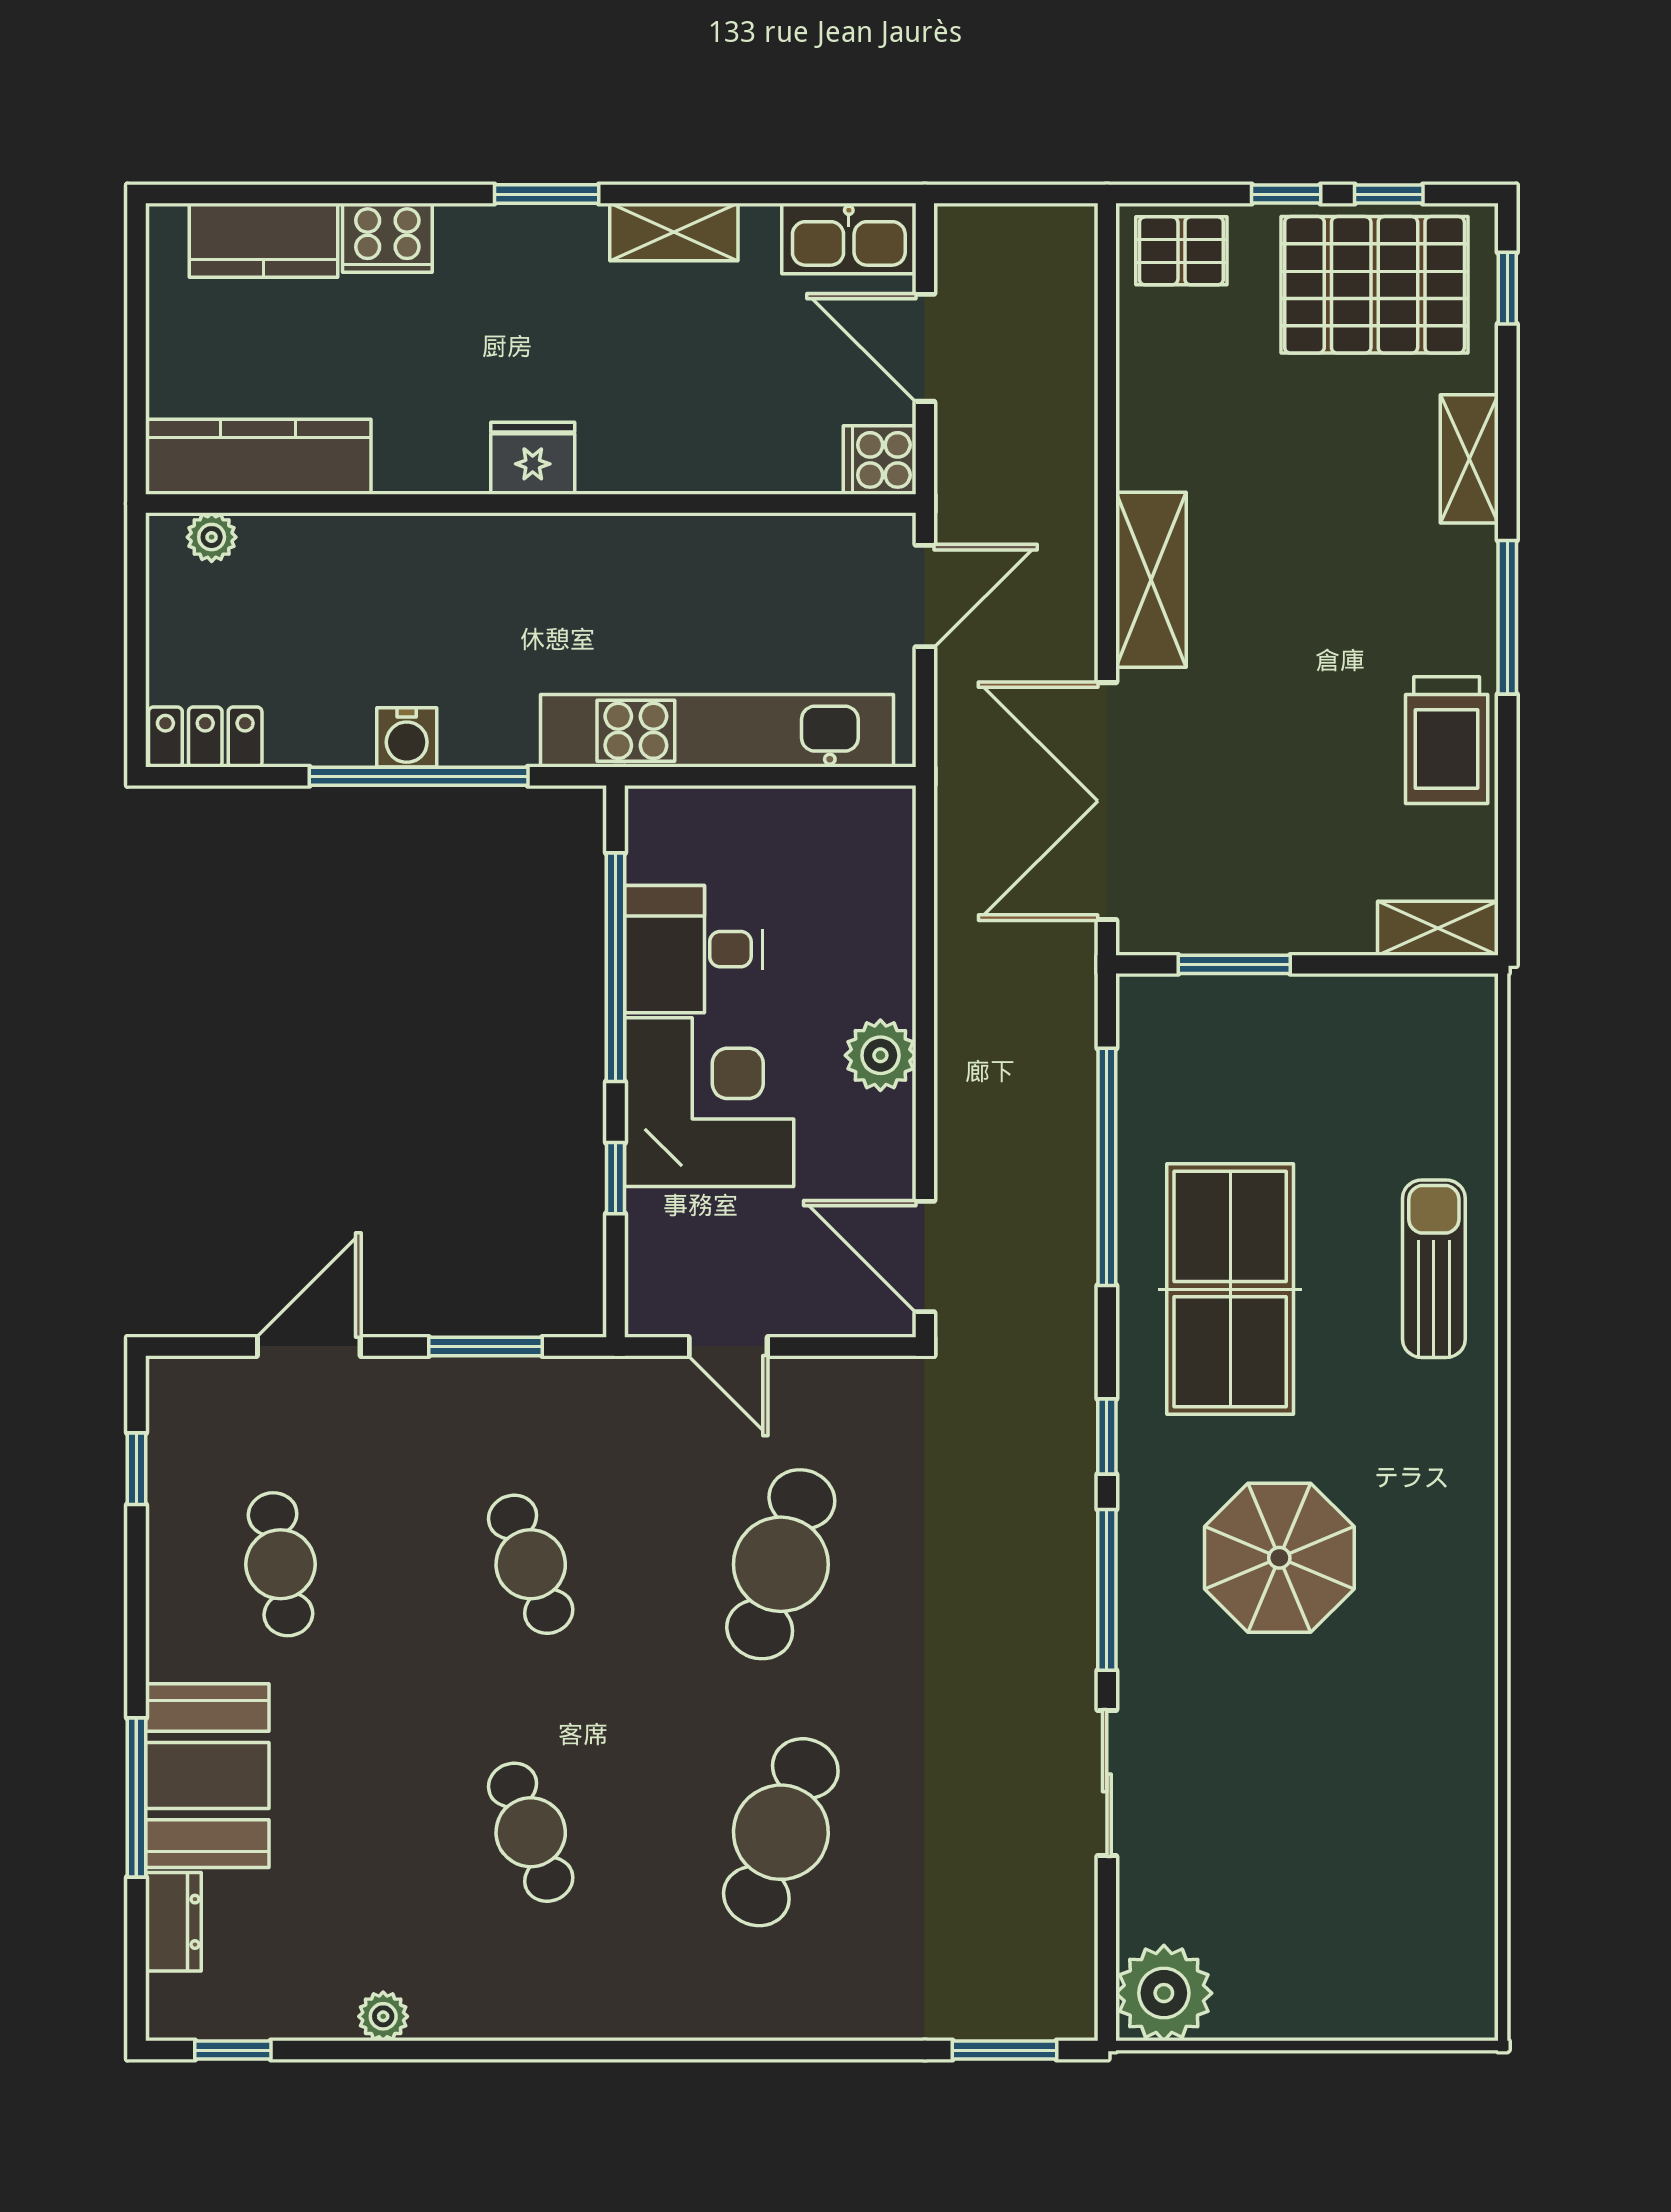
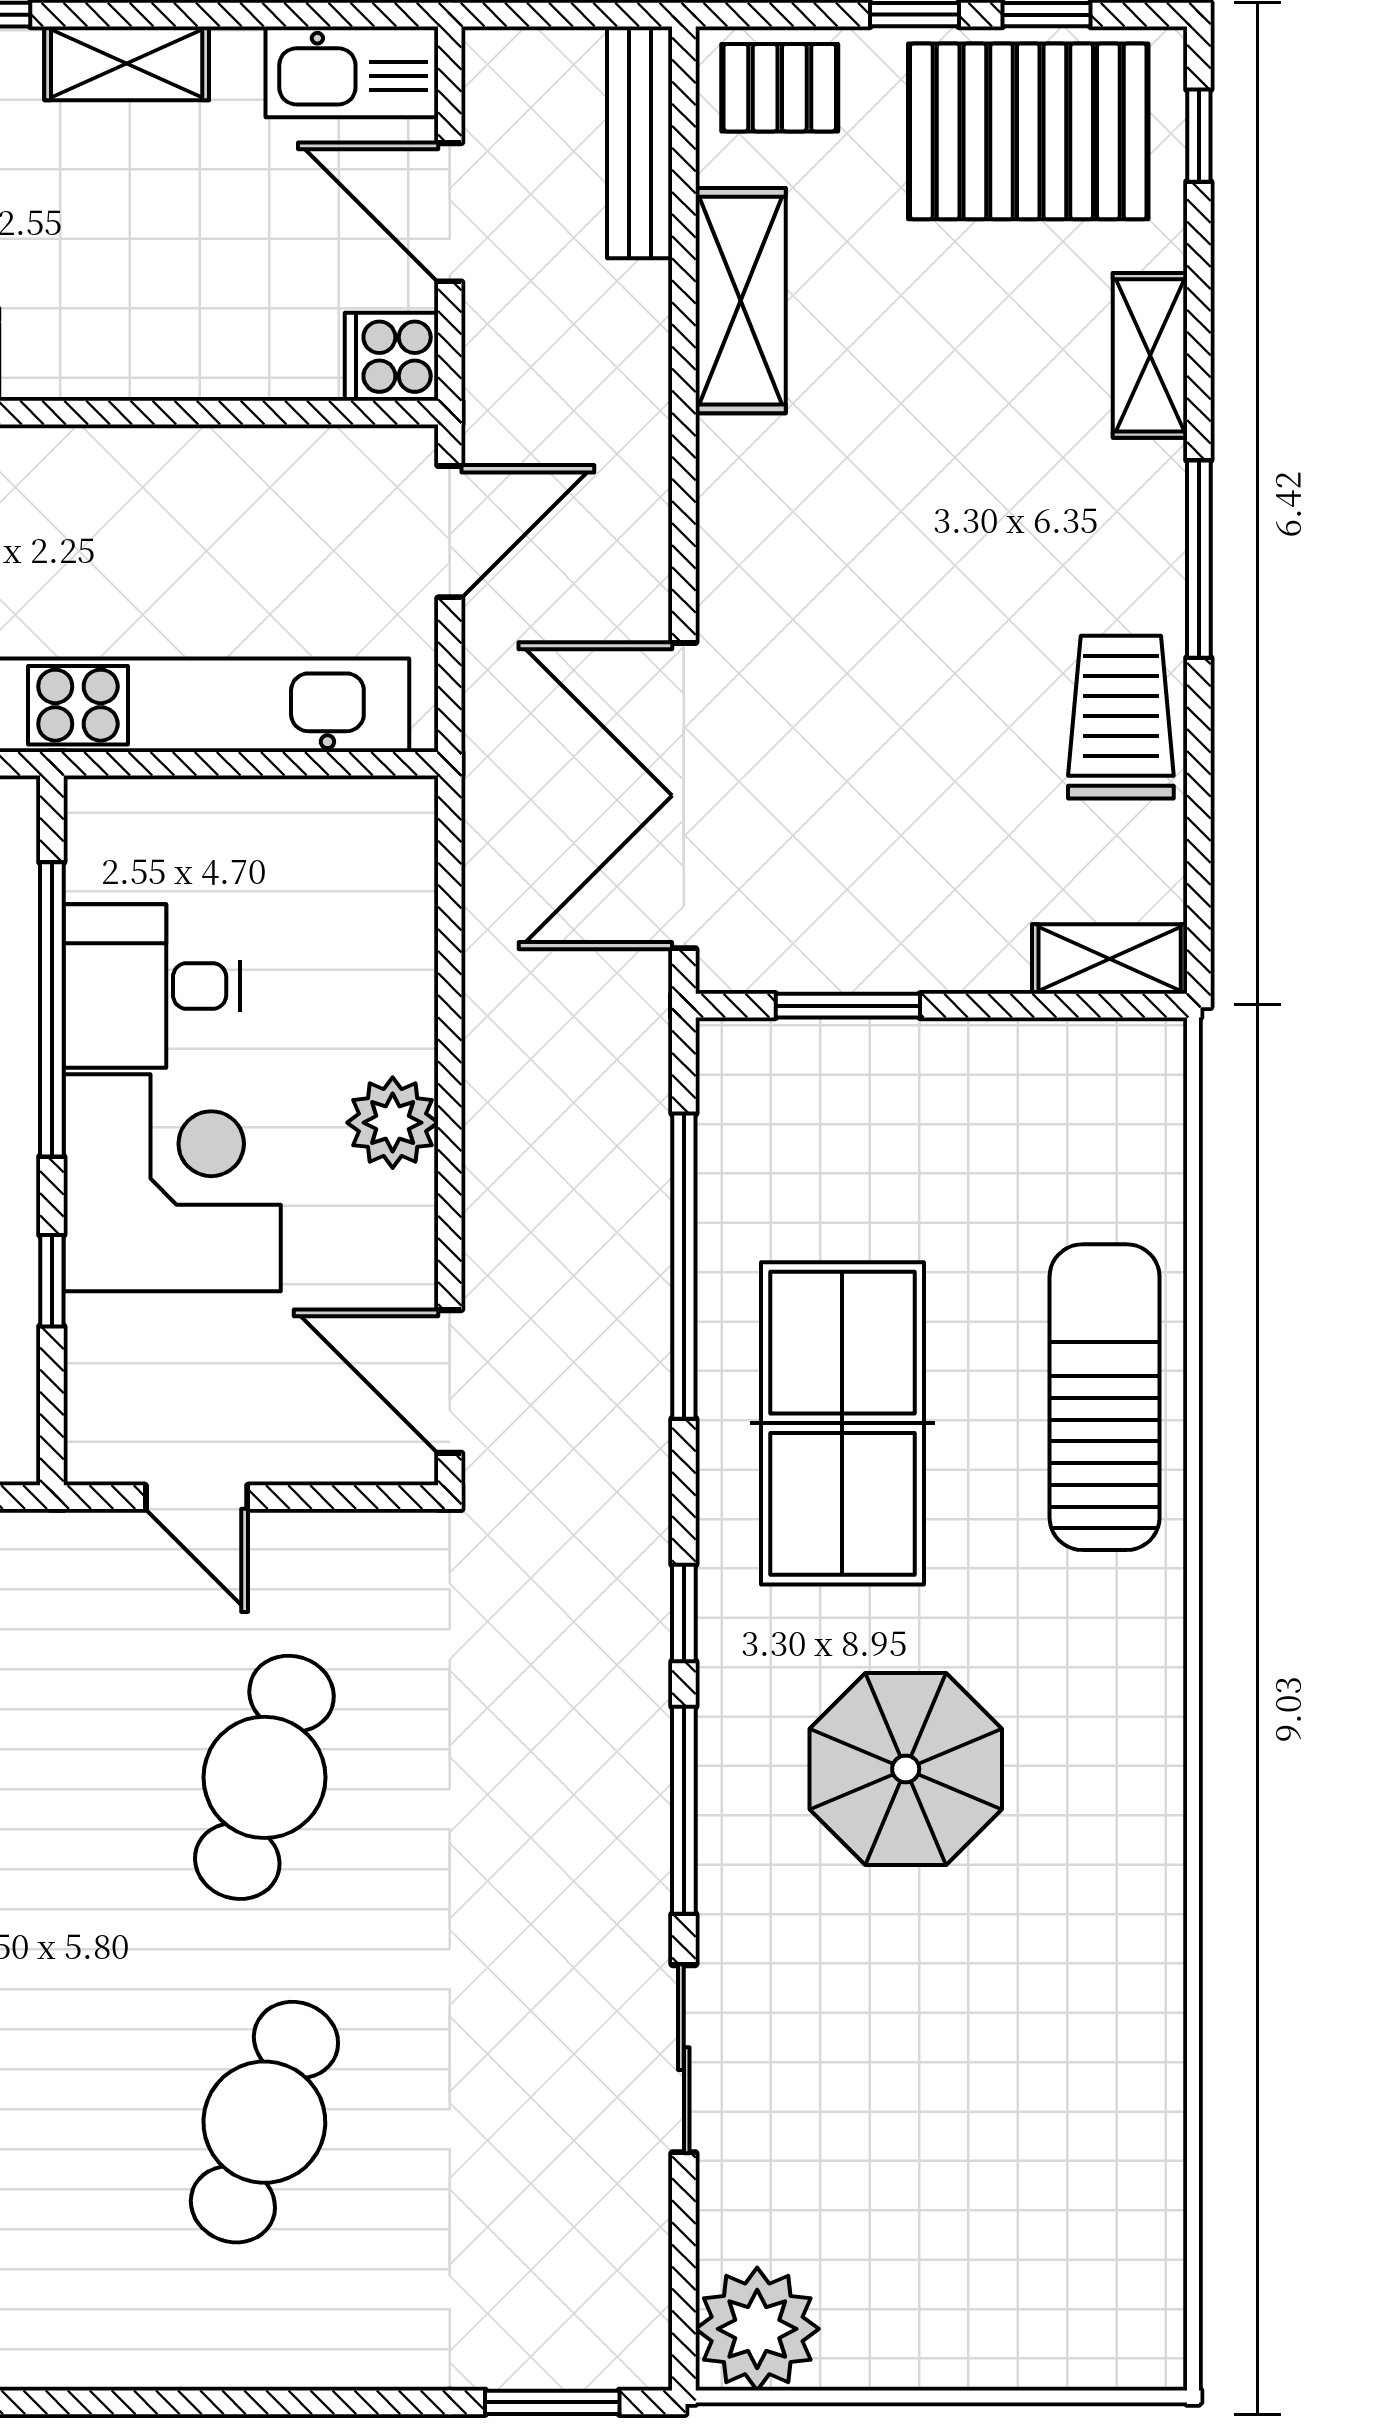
bench: (1073, 293) -> (640, 142), added
shelving: (1151, 580) -> (741, 301), moved
trolley: (1447, 740) -> (1121, 717), turned 180
sun lounger: (1434, 1269) -> (1105, 1397), width x1.36, depth x1.34

